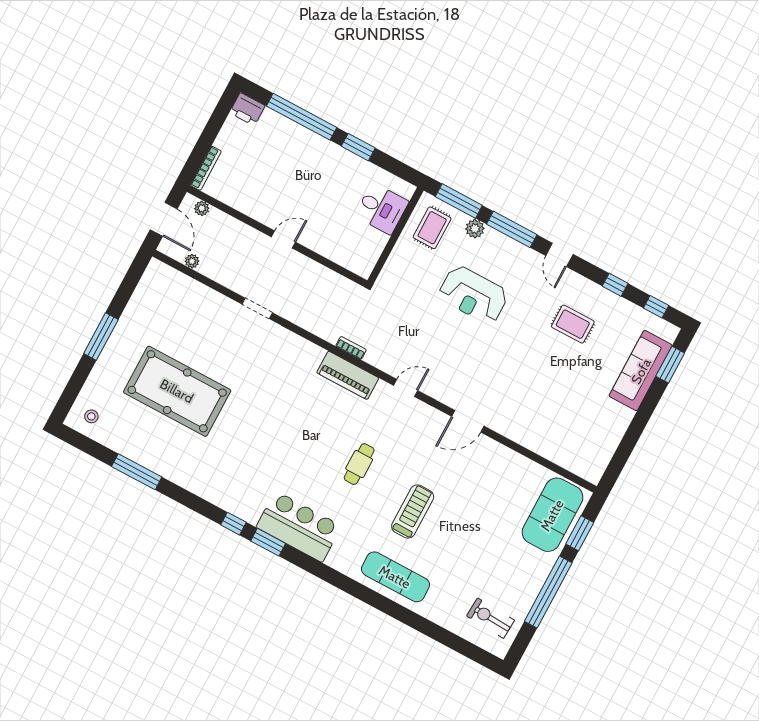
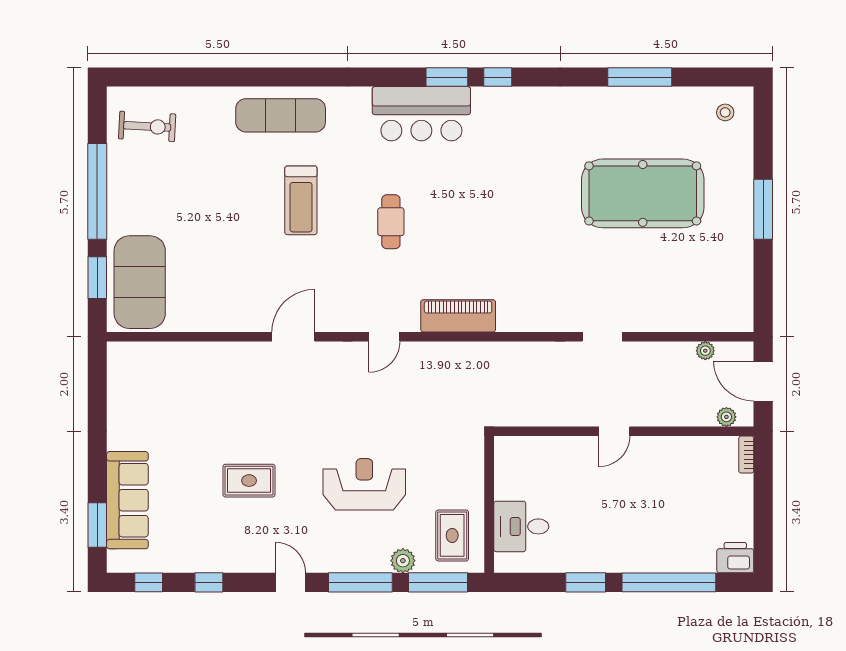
bookcase: (206, 168) -> (746, 455), width x0.64
rug: (573, 324) -> (249, 481), moved
bookcase: (351, 348) -> (471, 349), removed

